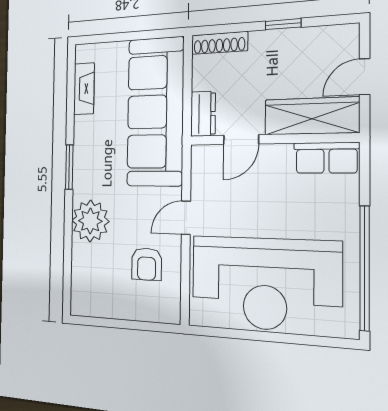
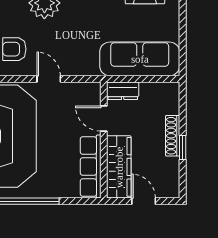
shoe rack: (219, 43) -> (173, 136), moved
sofa: (155, 112) -> (140, 59), width x0.74, depth x0.79
row of seats: (326, 158) -> (91, 167), width x1.48

